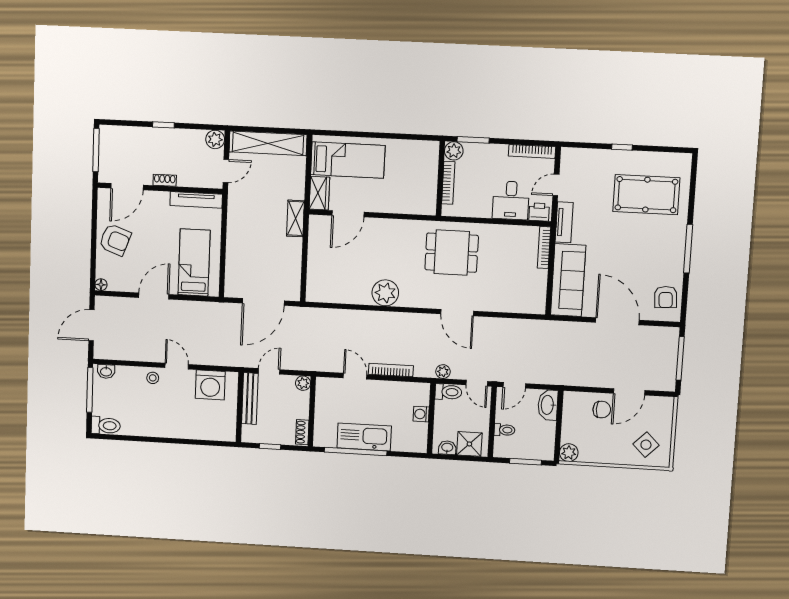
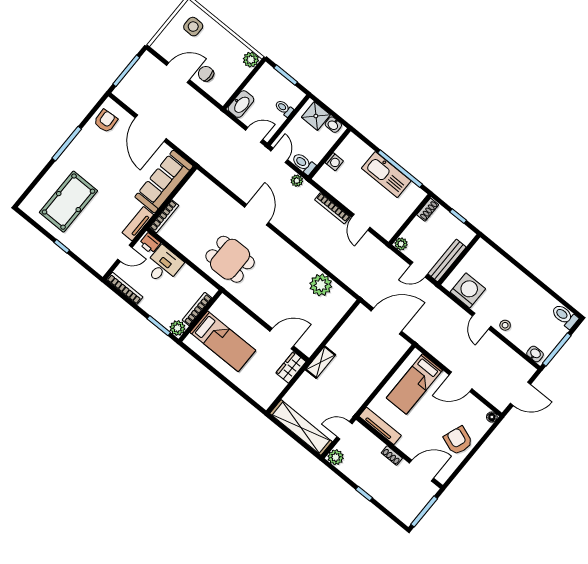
bed: (348, 160) -> (223, 341), moved, turned 180
pool table: (646, 195) -> (68, 202), turned 90
plant: (385, 293) -> (321, 285), moved
side table: (646, 445) -> (193, 27), turned 45

